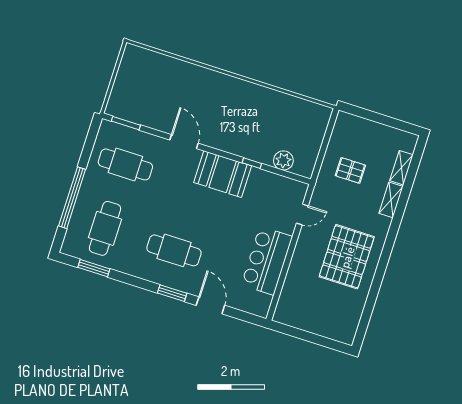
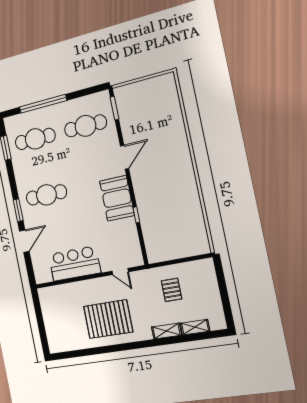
plant: (283, 160) -> (151, 237), removed
cafe table: (125, 164) -> (85, 126), turned 90
cafe table: (174, 250) -> (46, 195), turned 90

